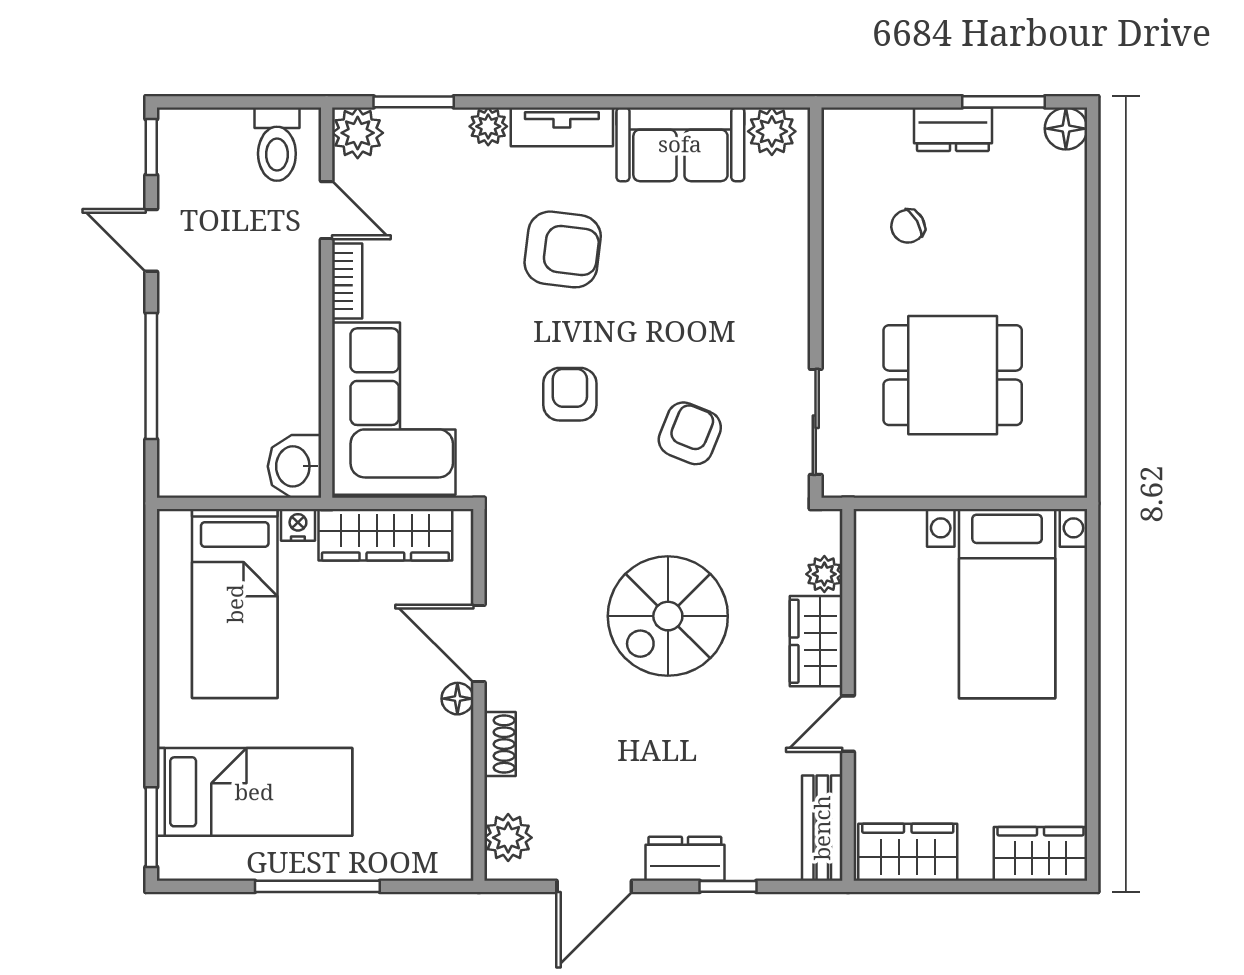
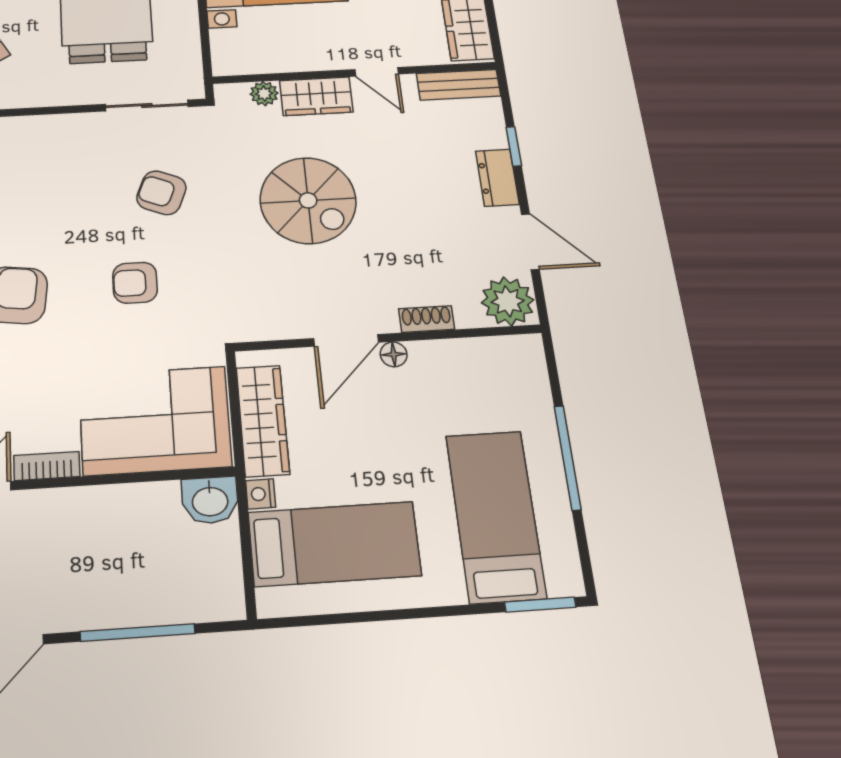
plant: (508, 838) -> (508, 301), width x1.36, depth x1.36

